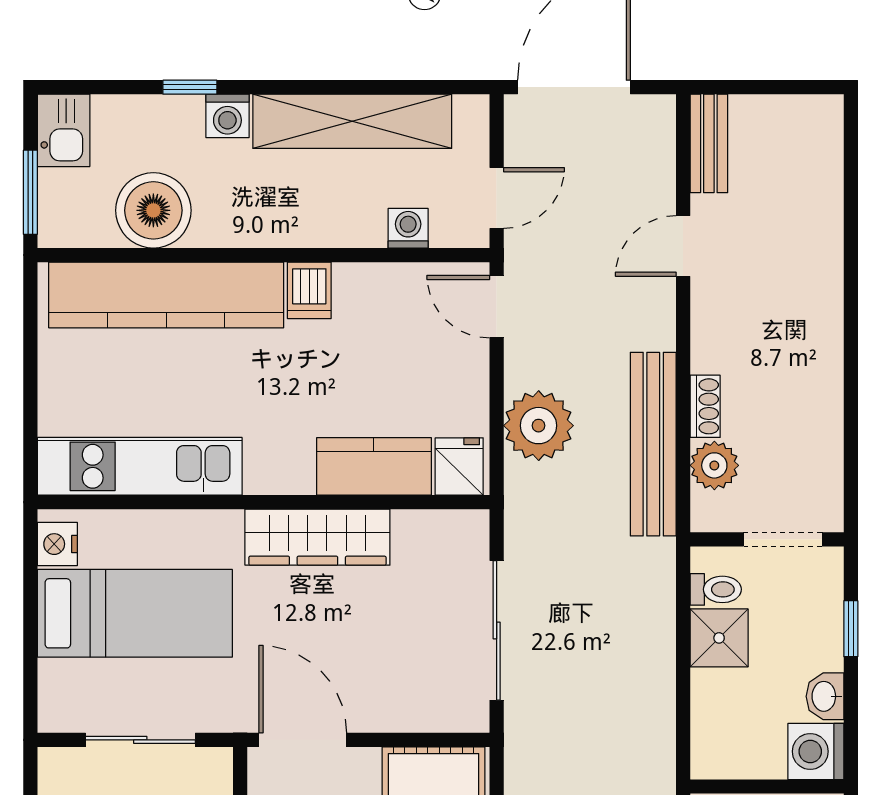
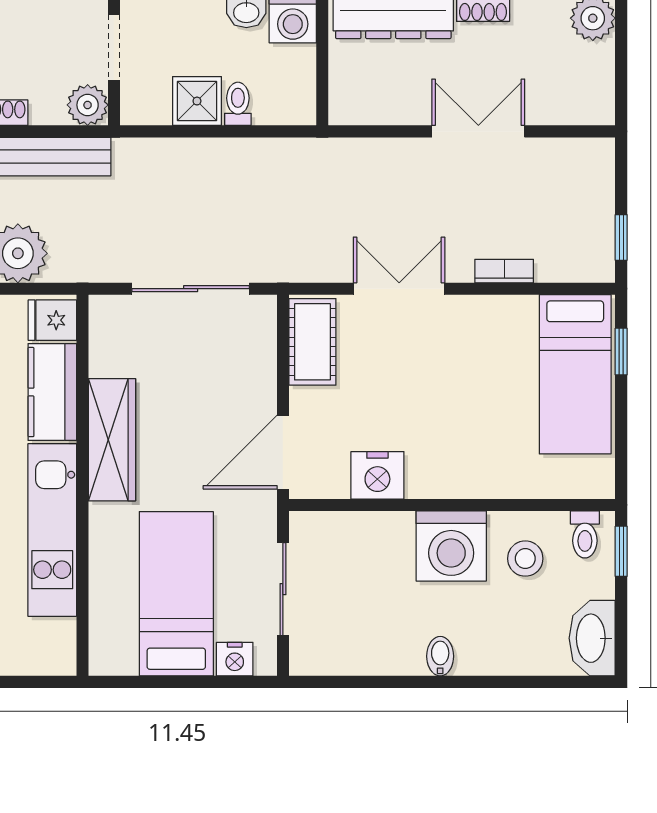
plant: (714, 465) -> (88, 105), moved
kitchen unit: (140, 466) -> (52, 530), moved
nightstand: (57, 544) -> (235, 659), moved
toilet: (716, 589) -> (238, 104), moved

